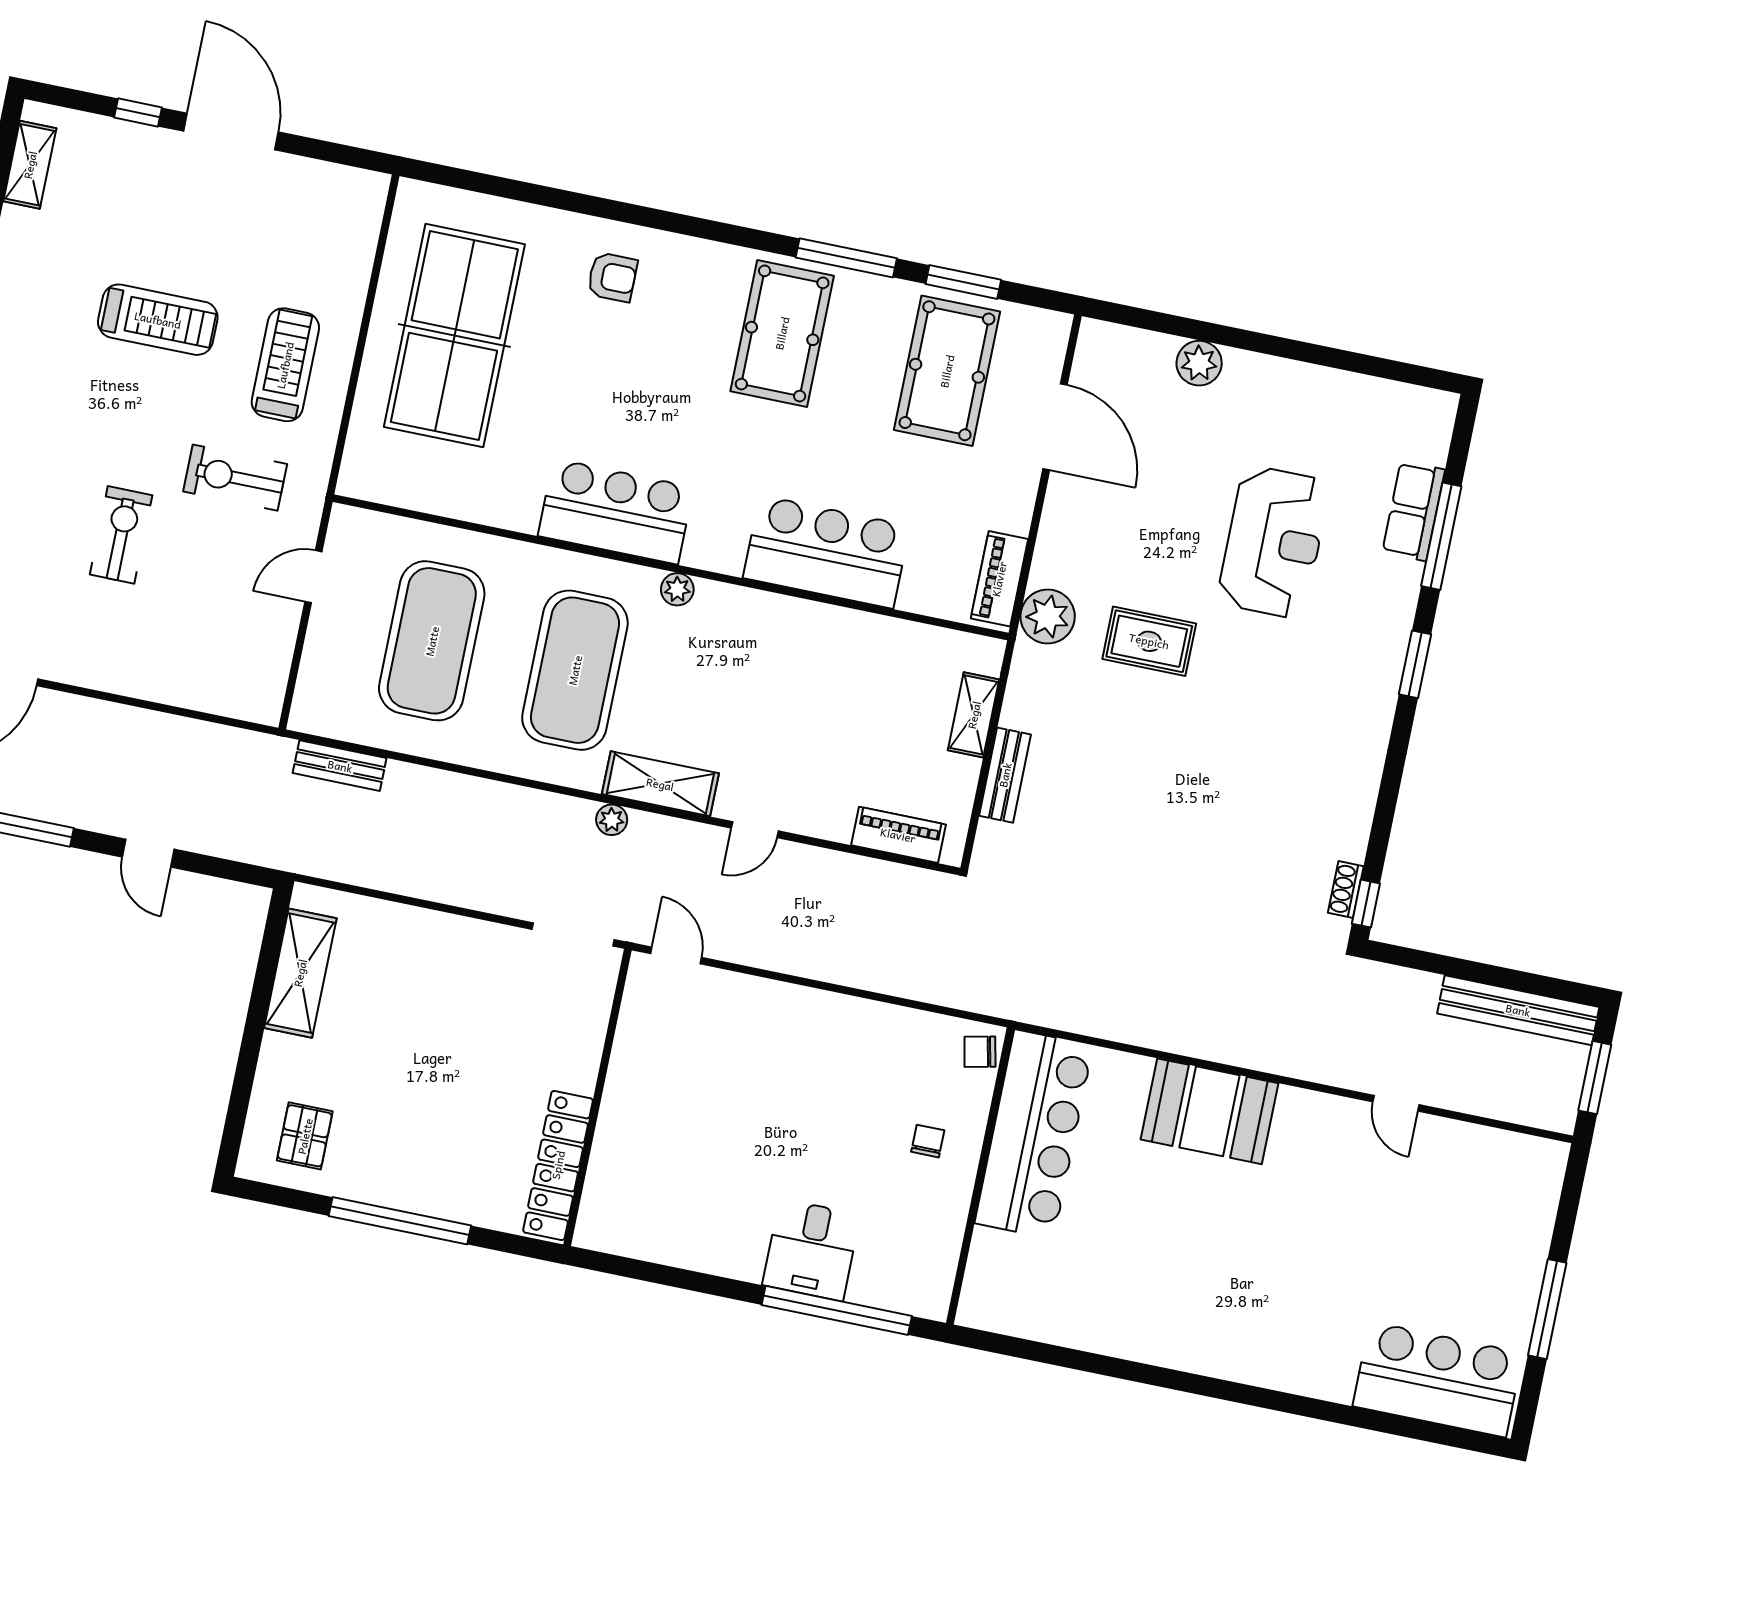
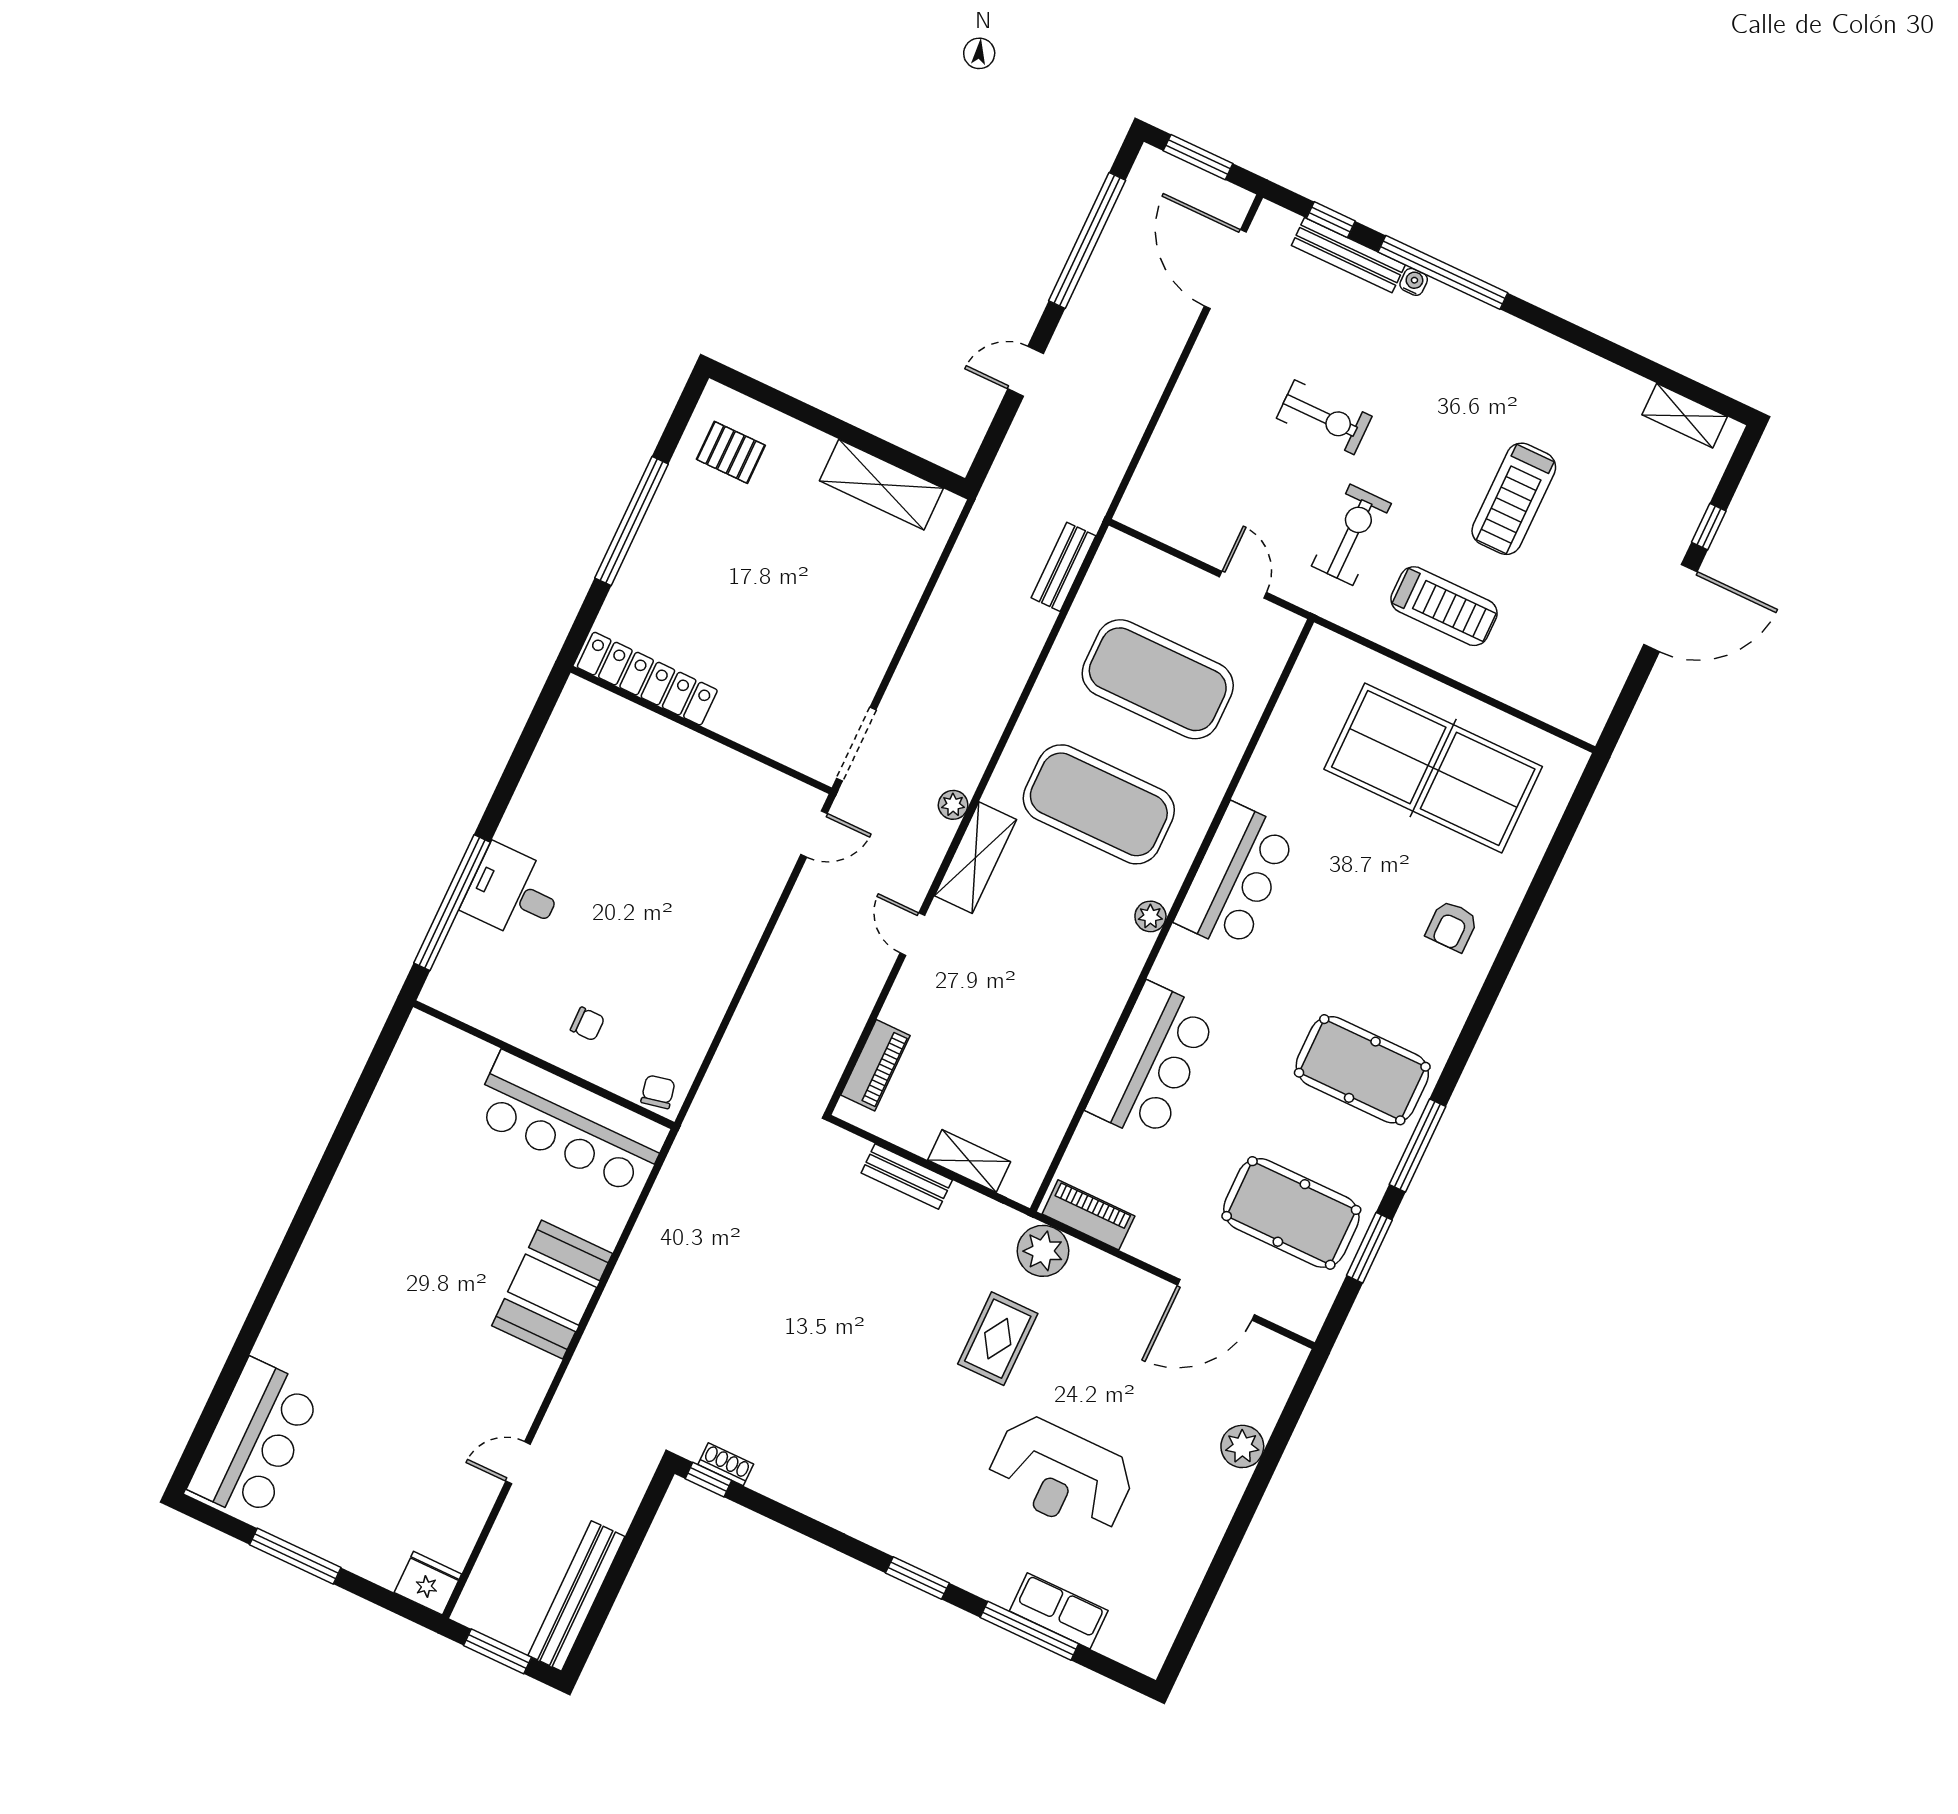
fridge: (1542, 1166) -> (428, 1583), added

